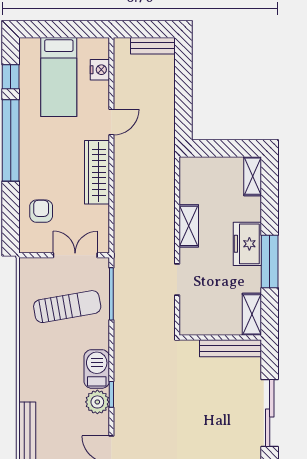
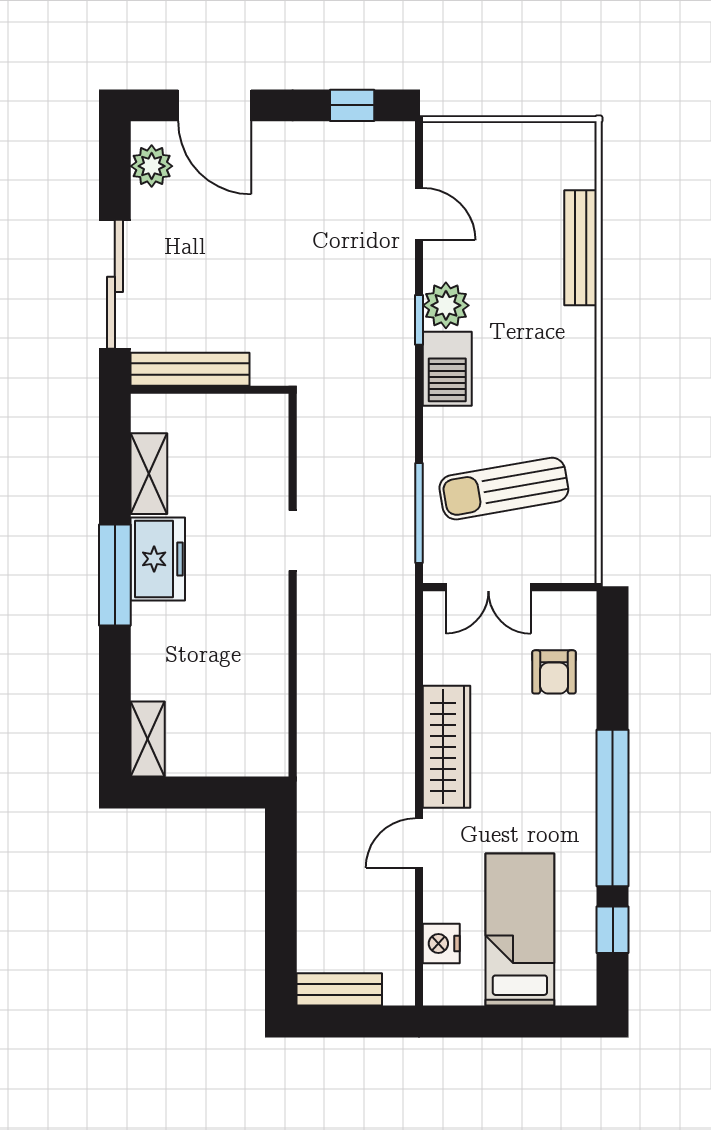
shelving: (189, 226) -> (270, 644), removed
freezer: (247, 244) -> (158, 559), moved
wall: (220, 338) -> (210, 390), moved
bench: (231, 348) -> (190, 369), moved

